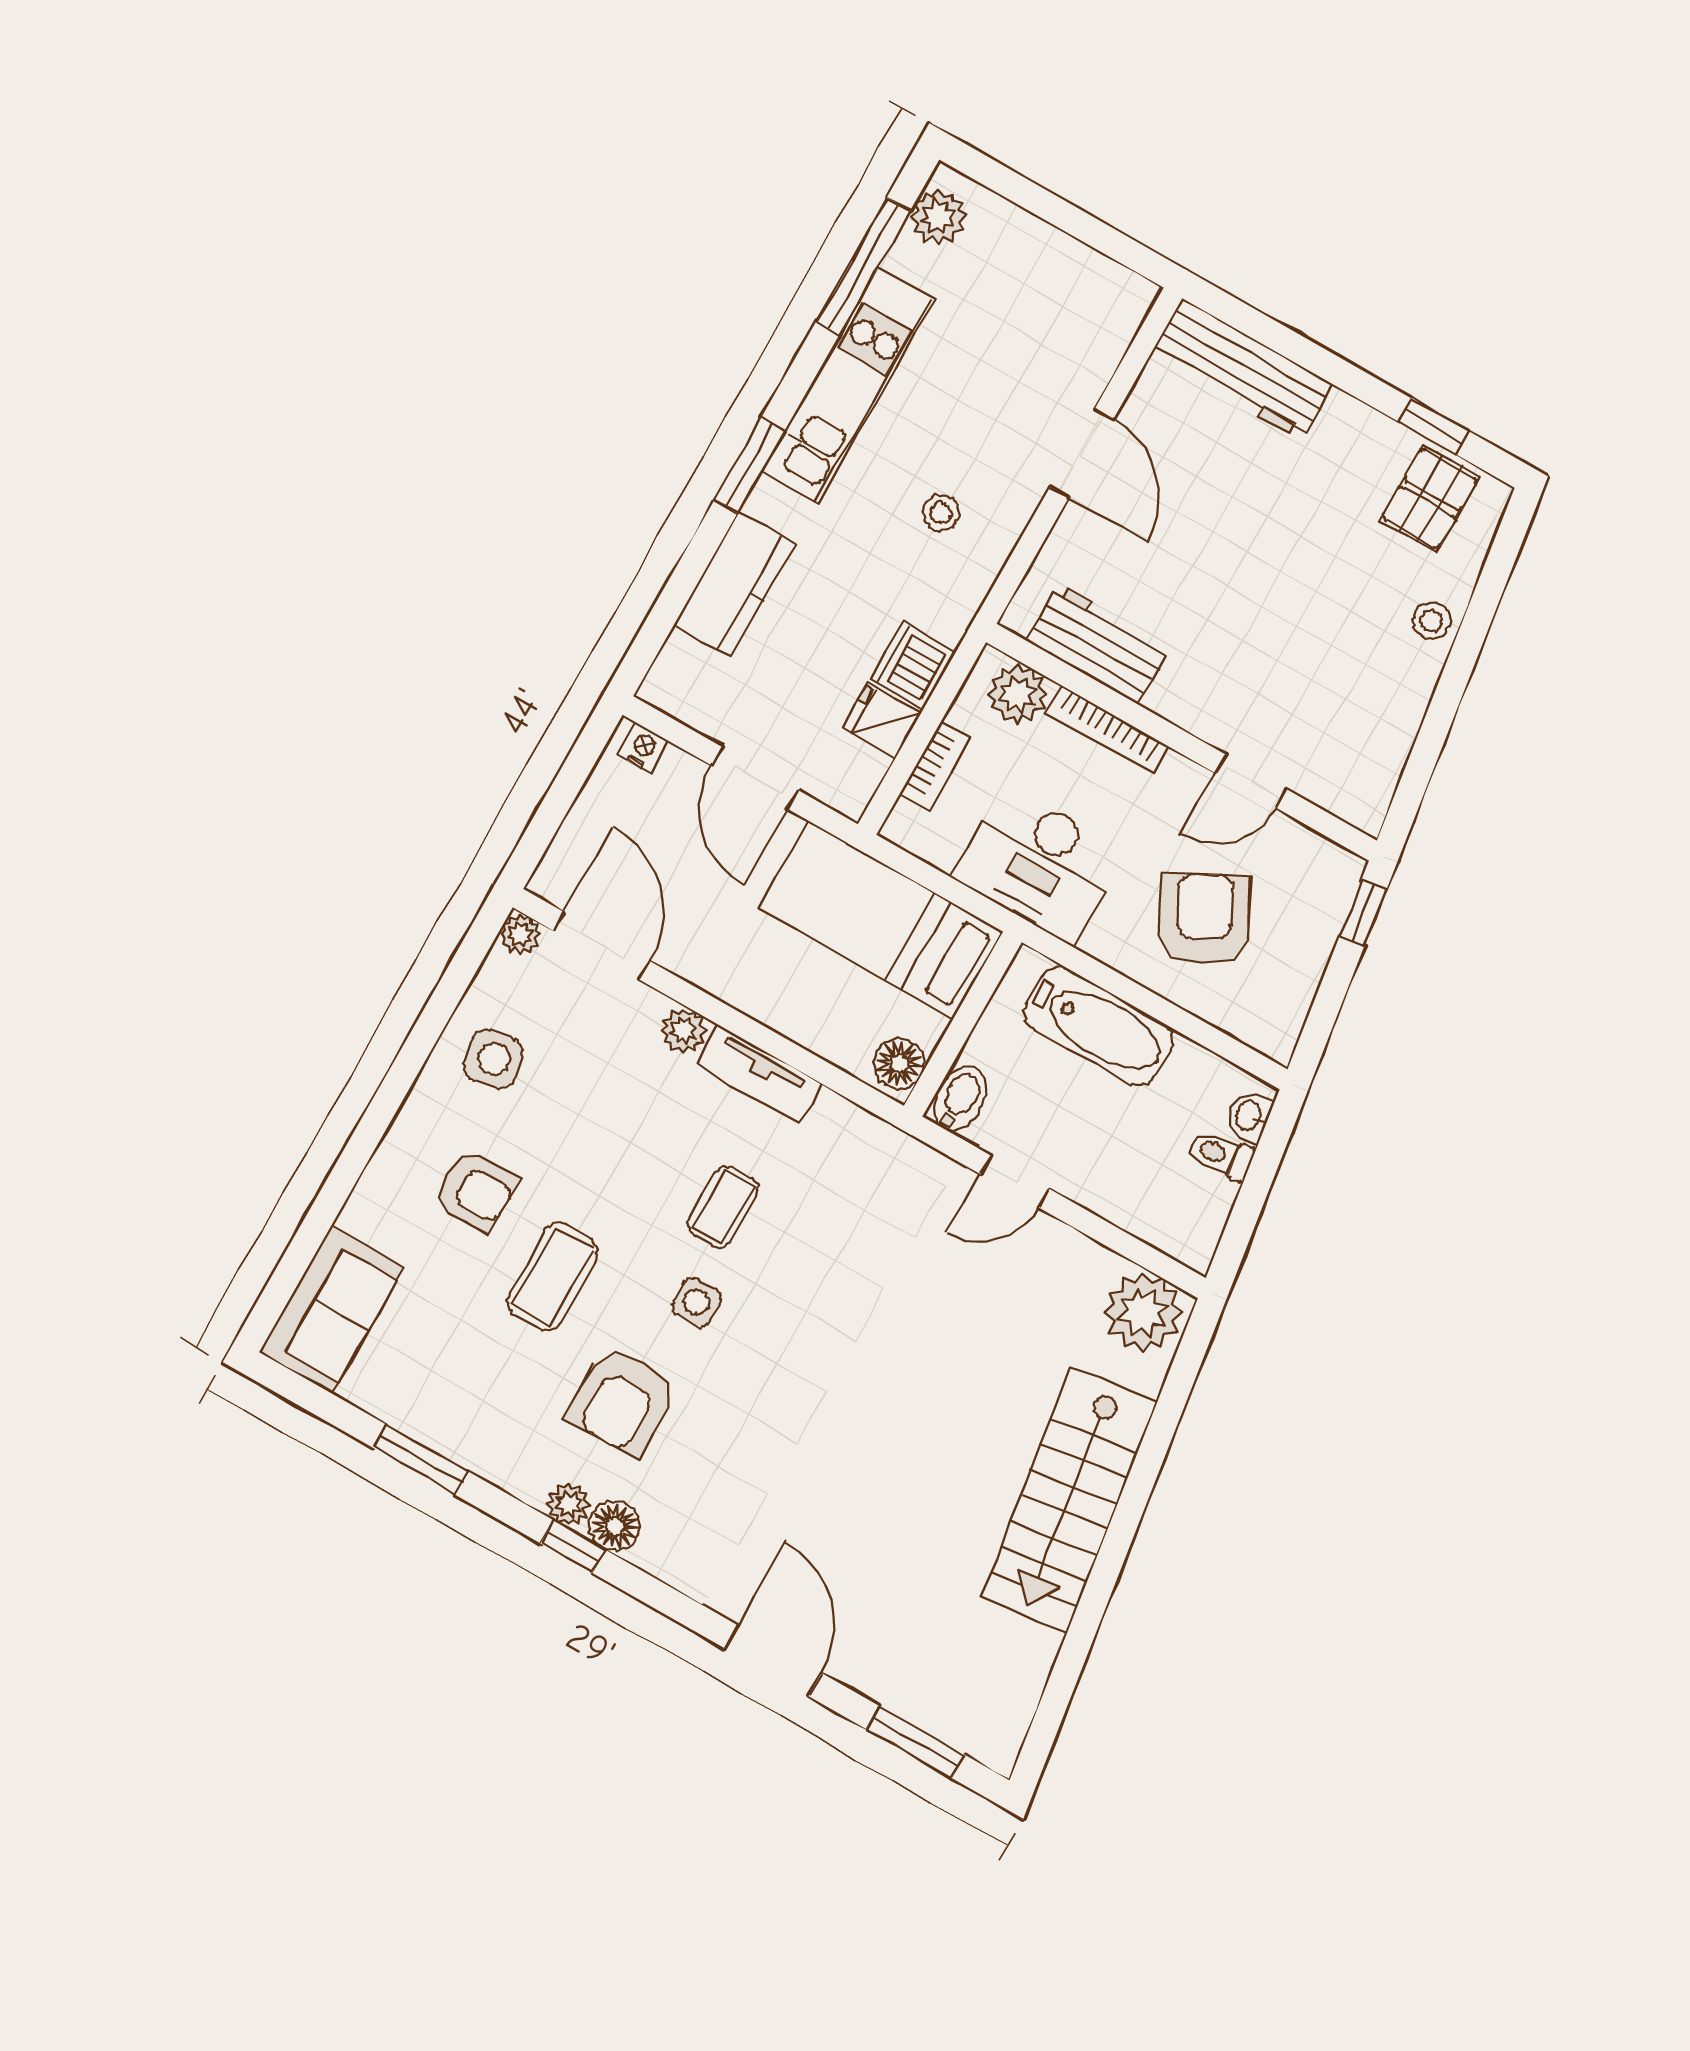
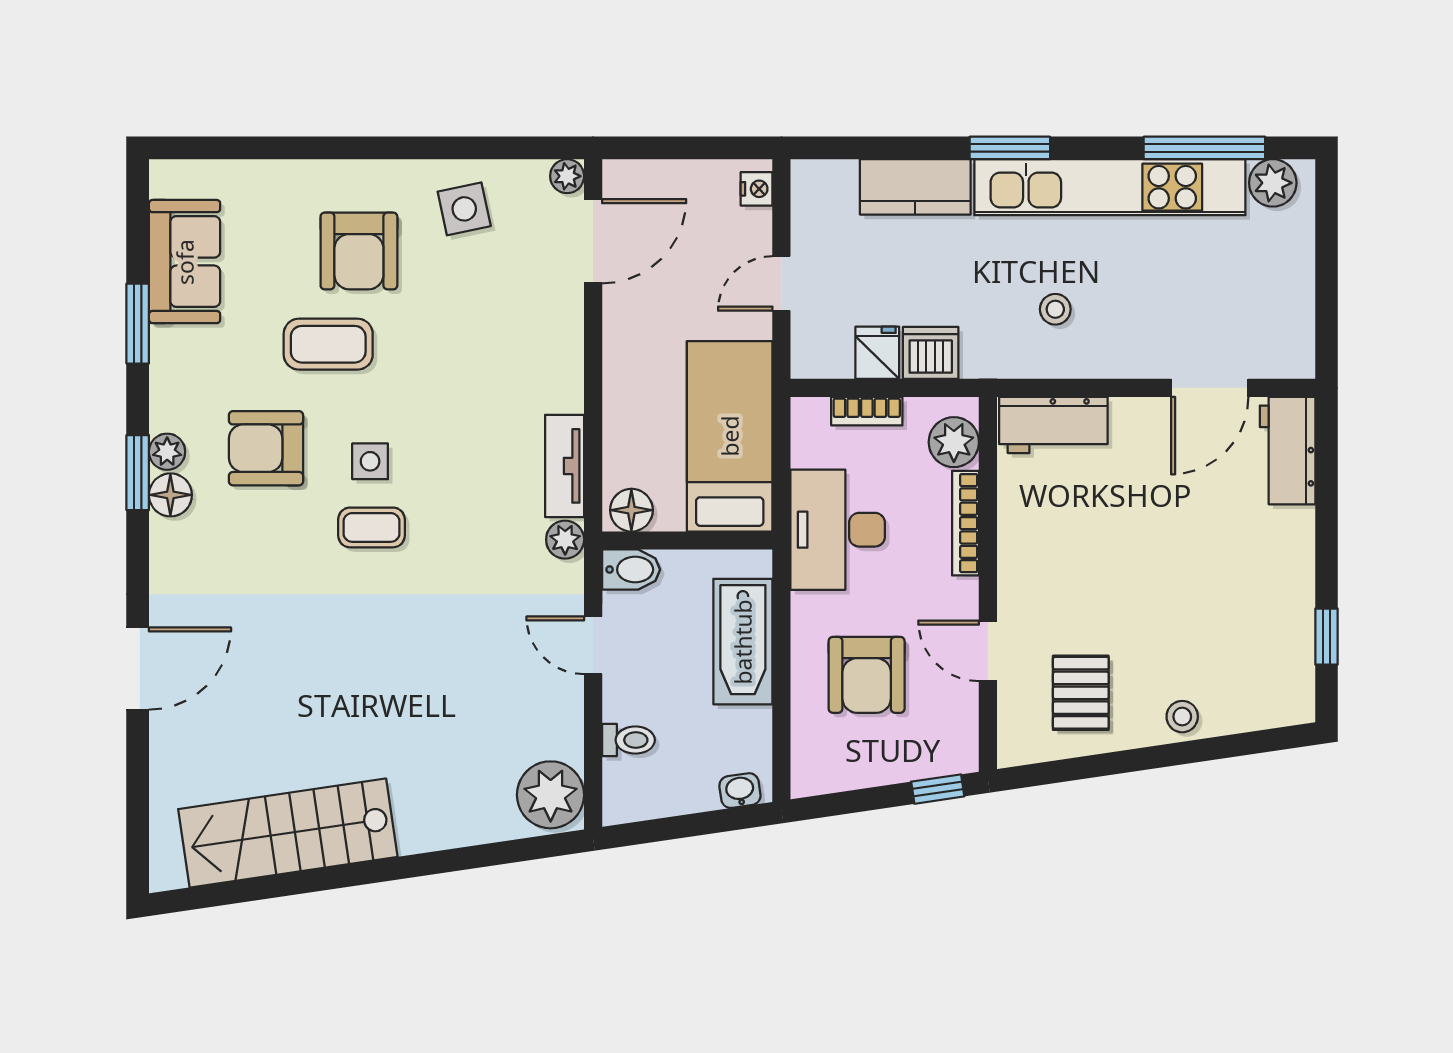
workbench: (1242, 370) -> (1288, 451), width x0.73
kitchen unit: (848, 386) -> (1110, 187), width x1.36
door: (1082, 453) -> (1210, 388), moved
pallet: (1430, 499) -> (1081, 693), moved, turned 90
workbench: (1099, 644) -> (1053, 425), moved, turned 90
door: (755, 778) -> (781, 283), width x0.73
armchair: (1205, 919) -> (867, 675), turned 117
plant: (684, 1030) -> (565, 540), moved
tv unit: (759, 1074) -> (565, 466), moved
toilet: (1221, 1155) -> (628, 740), moved, turned 98
armchair: (475, 1191) -> (359, 251), width x1.38, depth x1.38
coffee table: (723, 1207) -> (372, 527), moved
sofa: (331, 1310) -> (185, 262), moved, turned -90
stairs: (1069, 1500) -> (288, 833), moved
window: (573, 1546) -> (138, 473), width x1.50
window: (915, 1742) -> (138, 808), removed

